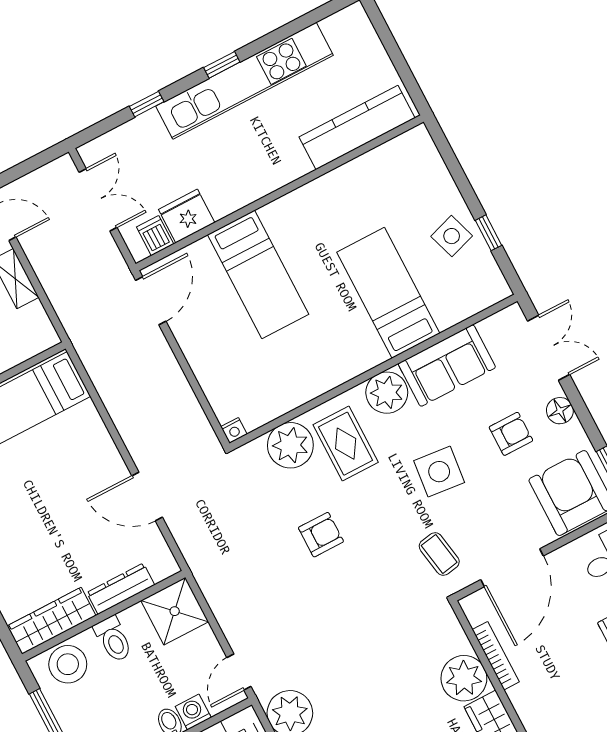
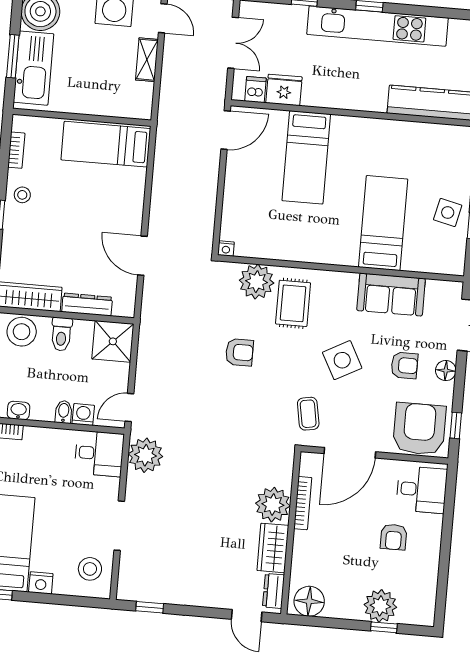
side table: (452, 236) -> (448, 212), turned 31
plant: (387, 393) -> (341, 287), removed
side table: (439, 472) -> (342, 360), turned -34

